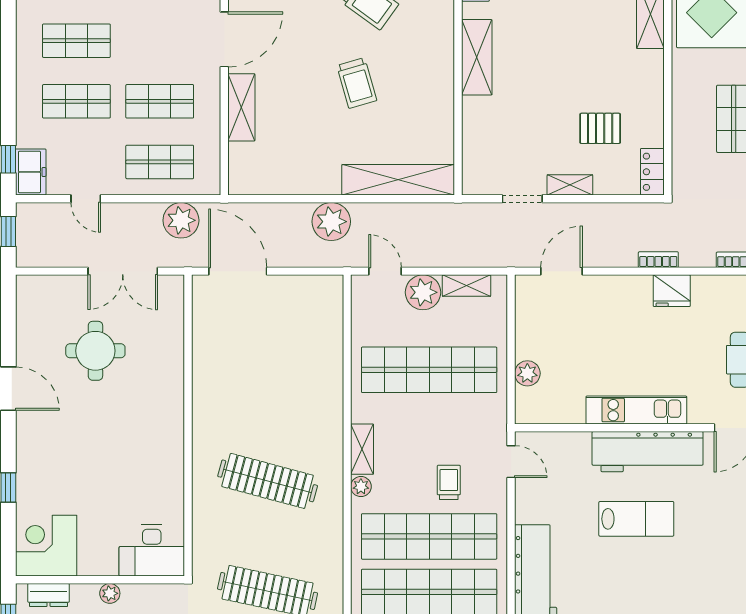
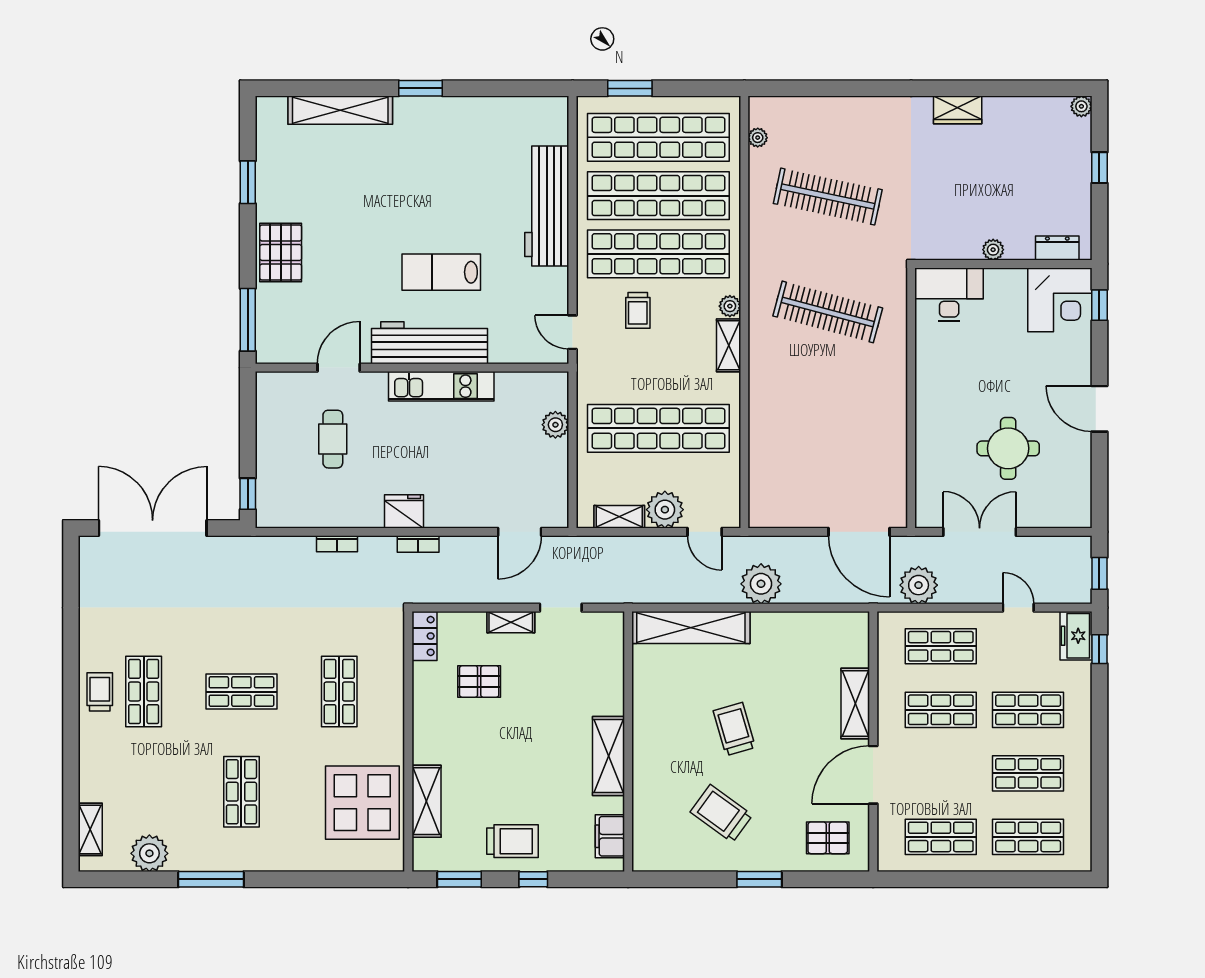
corner desk: (46, 546) -> (1060, 300), moved
desk: (152, 551) -> (949, 295), moved
wall: (100, 580) -> (1003, 264), moved
plant: (110, 593) -> (993, 250), moved
dresser: (49, 595) -> (1057, 248), moved

